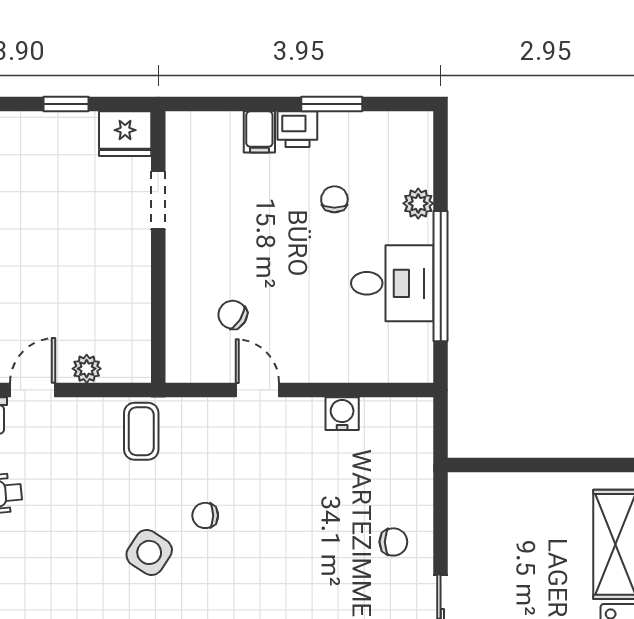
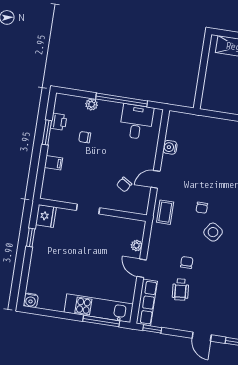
printer: (297, 129) -> (59, 122), moved
doorway: (158, 200) -> (88, 209), moved
desk: (392, 283) -> (136, 122), moved
coffee table: (141, 431) -> (165, 212), moved, turned 90
chair: (393, 542) -> (187, 262), moved

